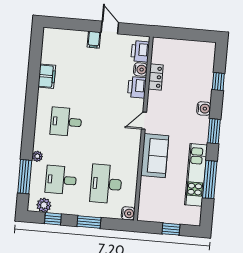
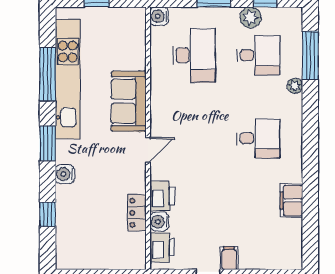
kitchen unit: (196, 175) -> (68, 79), width x1.36
plant: (44, 205) -> (250, 17), moved

